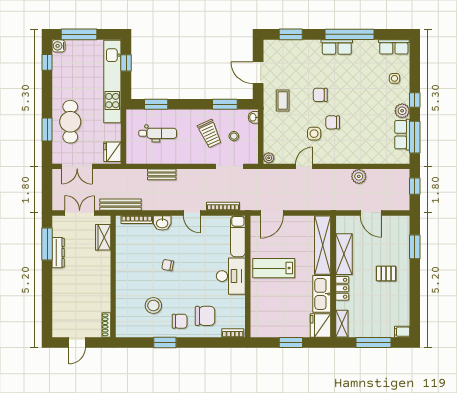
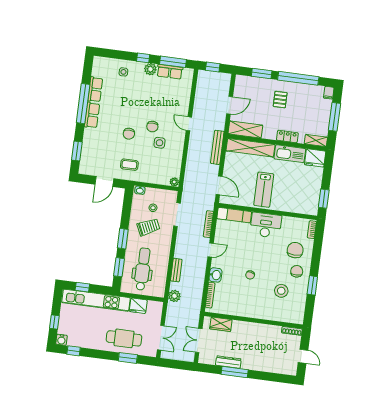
window: (79, 34) -> (54, 322), width x0.46
row of seats: (394, 47) -> (95, 89), moved
window: (225, 104) -> (123, 239), moved
dental chair: (158, 133) -> (143, 269), width x1.36, depth x1.38
fridge: (112, 152) -> (138, 306), moved
door: (304, 166) -> (189, 124), moved
plant: (359, 176) -> (174, 296), moved
bench: (120, 205) -> (217, 147), moved
window: (47, 244) -> (235, 372), moved
shelving: (344, 254) -> (245, 130), moved
window: (415, 292) -> (298, 78), added
window: (291, 342) -> (324, 199), moved

